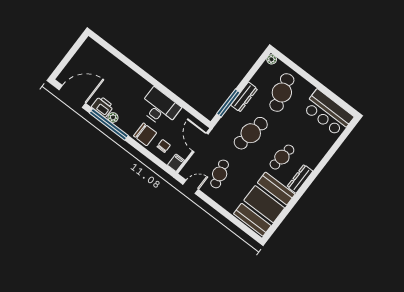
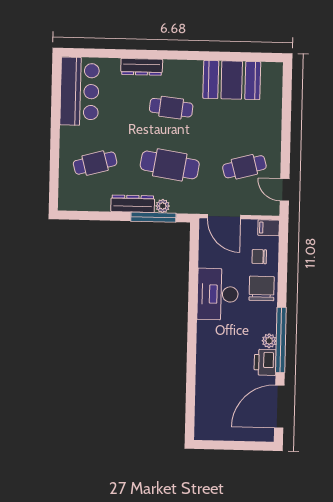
plant: (272, 59) -> (163, 206), moved
cafe table: (282, 92) -> (95, 163), width x0.73, depth x0.74
door: (72, 97) -> (279, 407), hinge flipped
door: (200, 142) -> (224, 217), hinge flipped
dresser: (300, 179) -> (142, 67), moved
booth: (264, 204) -> (232, 80), width x0.73, depth x0.70

